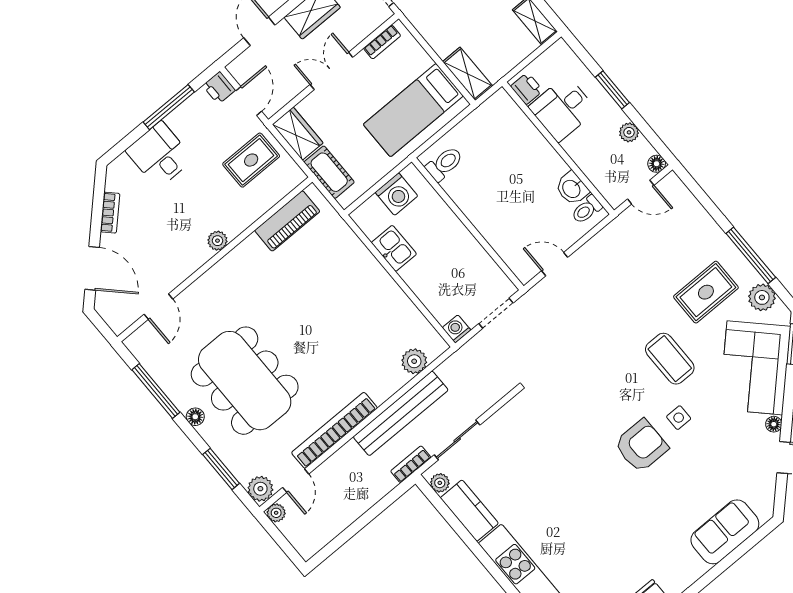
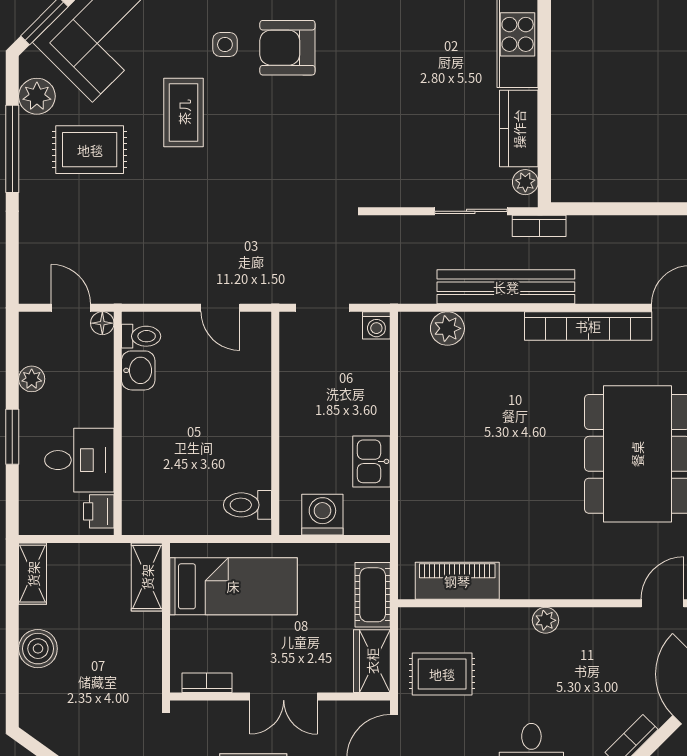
floor lamp: (657, 164) -> (102, 323), moved

